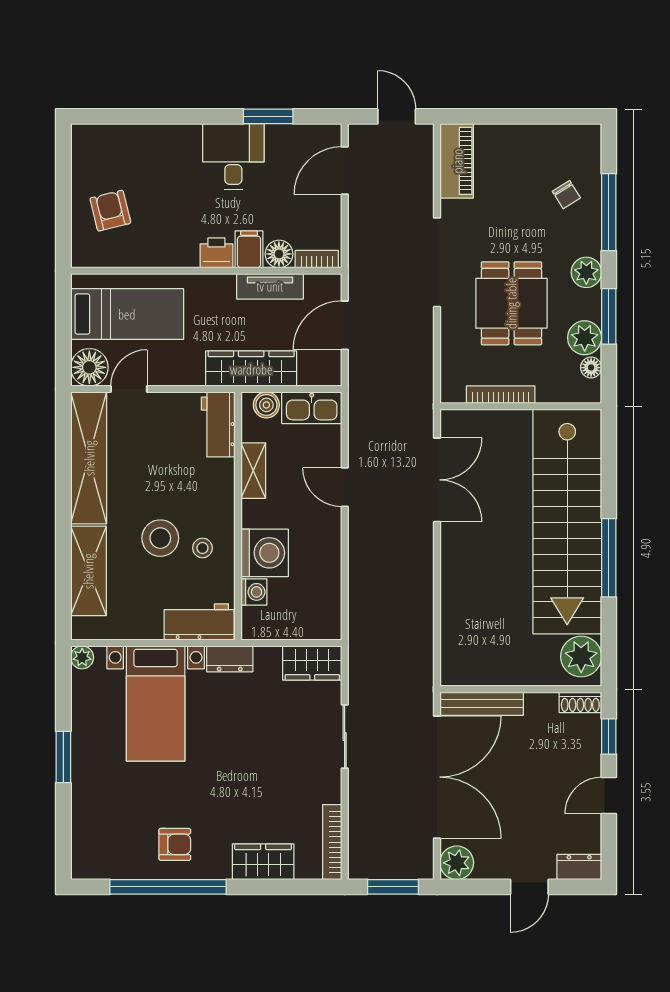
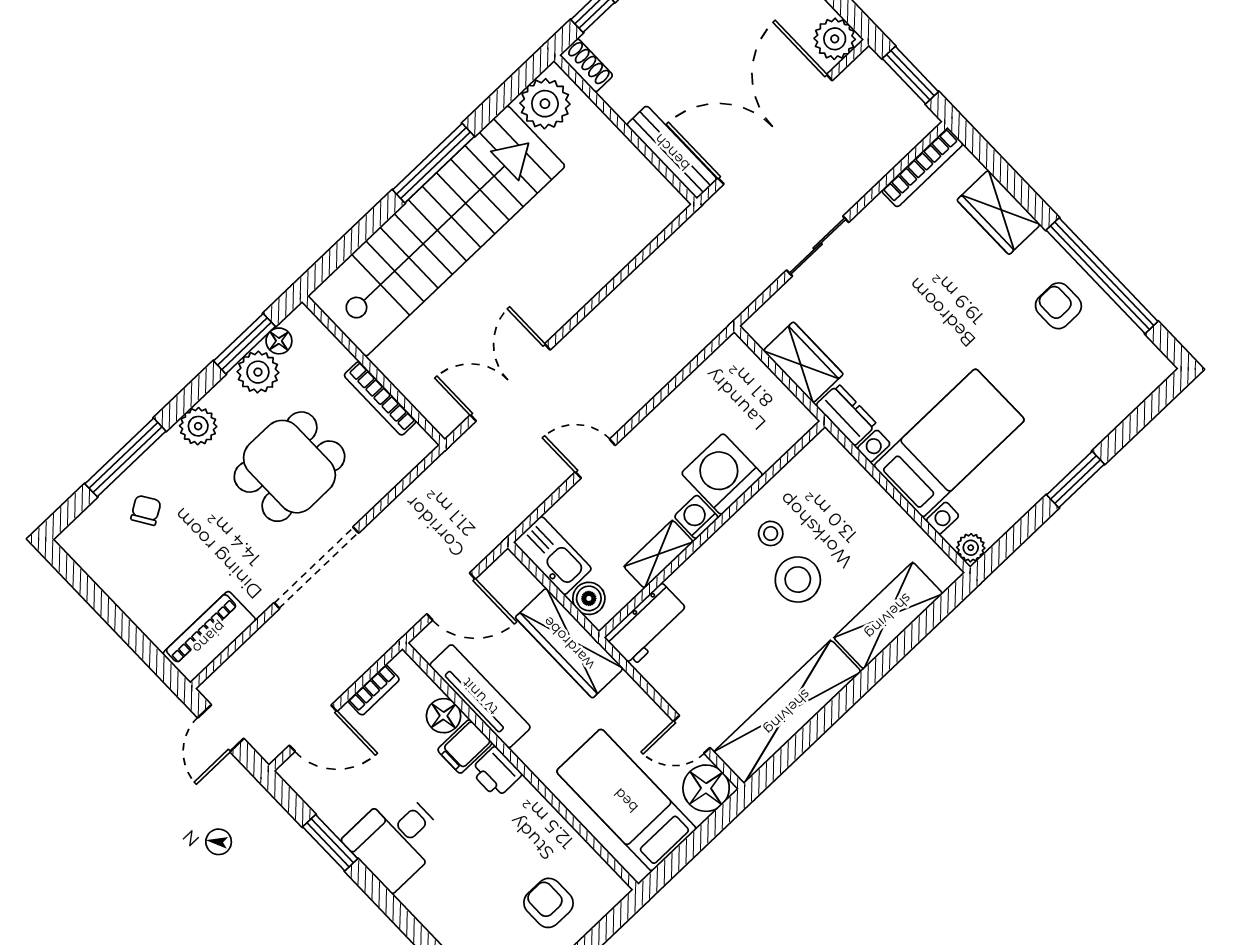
armchair: (110, 211) -> (548, 903), turned 104
bookcase: (317, 259) -> (374, 690), moved, turned -90
tv unit: (270, 286) -> (480, 696), width x1.41
window: (609, 316) -> (244, 344), moved
door: (345, 487) -> (595, 459), swing flipped
washing machine: (254, 592) -> (696, 517), moved
workbench: (199, 622) -> (840, 474), removed
wardrobe: (312, 663) -> (803, 362), moved

